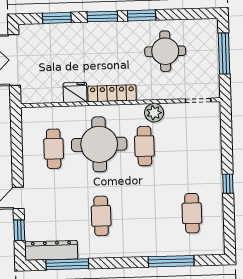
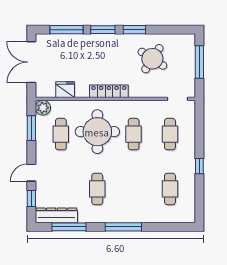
window: (57, 18) -> (66, 30), width x1.44
round table: (165, 51) -> (152, 59), turned 33
fridge: (75, 92) -> (65, 90), moved
plant: (154, 113) -> (43, 108), moved
window: (17, 142) -> (31, 128), added
cafe table: (190, 145) -> (170, 134), added
window: (171, 261) -> (123, 227), moved

